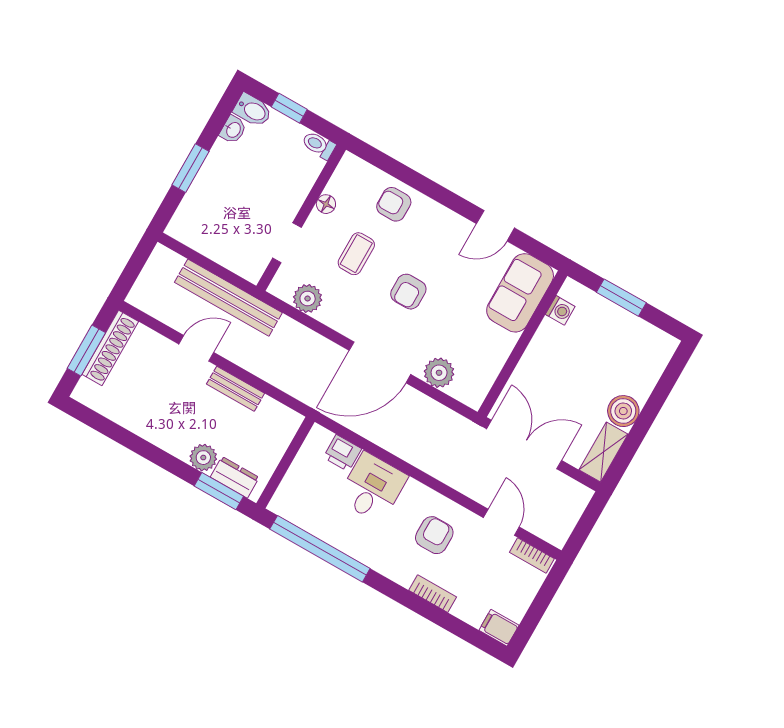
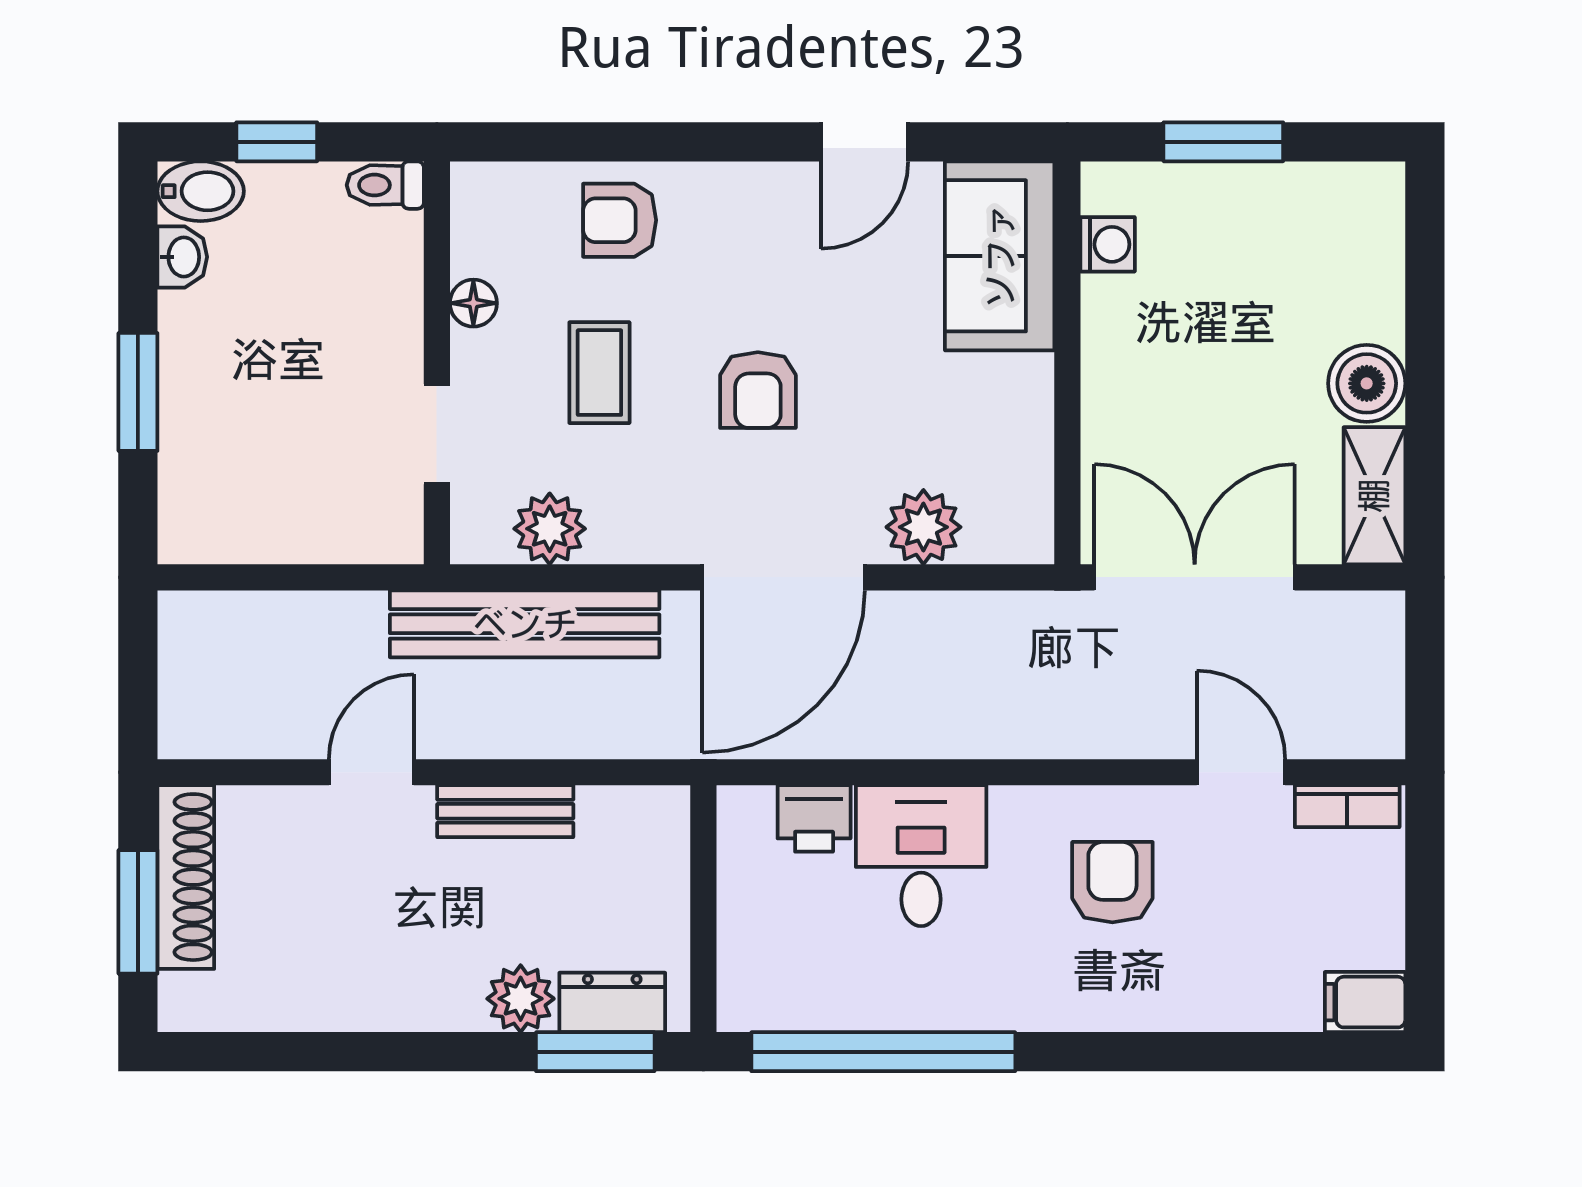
bench: (228, 298) -> (525, 624), moved
bookcase: (433, 594) -> (1181, 1010), removed

